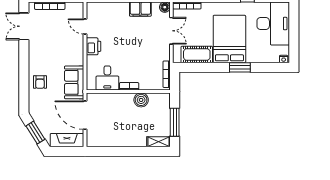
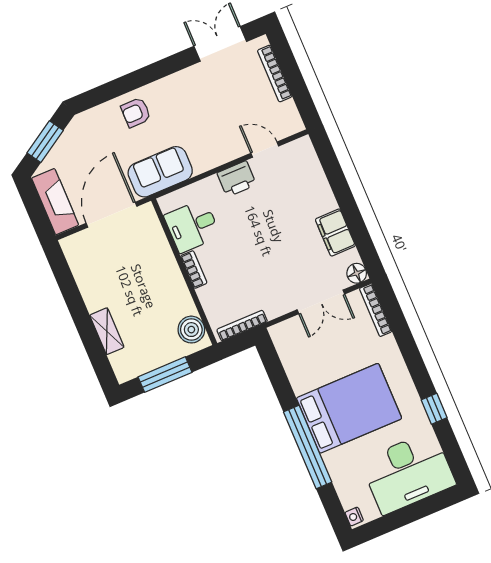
door: (85, 26) -> (265, 150), hinge flipped
cot: (197, 55) -> (298, 363), removed
window: (240, 67) -> (308, 447), width x2.11
boiler: (141, 100) -> (191, 330), moved
shelving: (159, 142) -> (107, 331), moved

